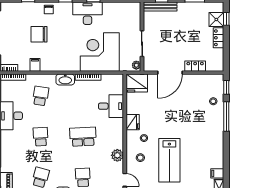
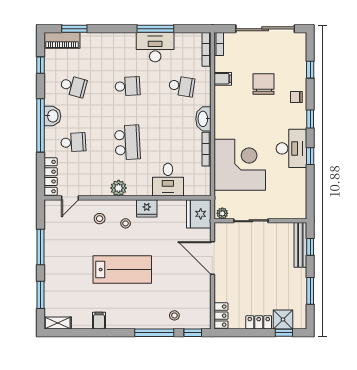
locker: (195, 66) -> (221, 316), moved
plant: (117, 155) -> (119, 188), moved
lab bench: (169, 160) -> (122, 270), moved, turned 180
filing cabinet: (217, 173) -> (99, 321), moved

